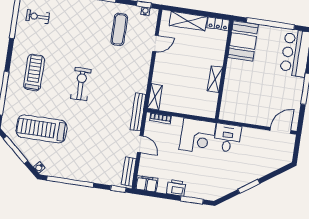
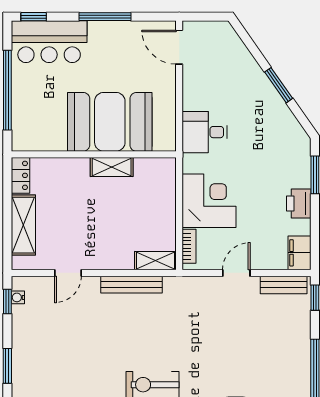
exercise mat: (119, 29) -> (54, 336), removed
booth: (243, 41) -> (110, 122), moved, width x1.36, depth x1.42
door: (155, 43) -> (68, 273), swing flipped
bench: (138, 112) -> (131, 285), moved
corner desk: (198, 136) -> (209, 201), moved

